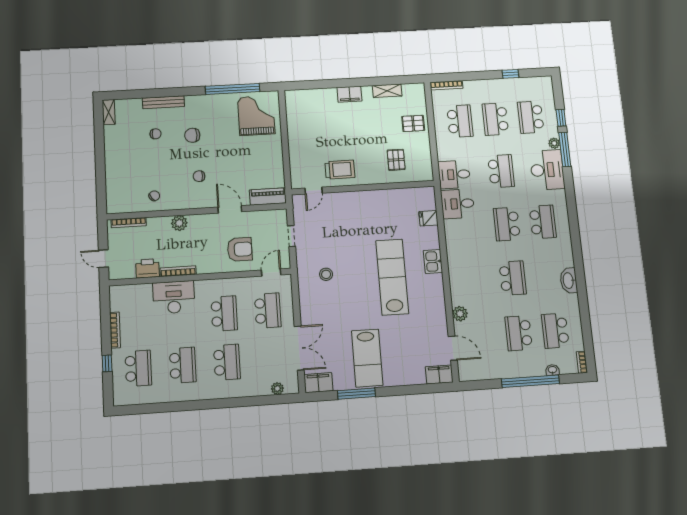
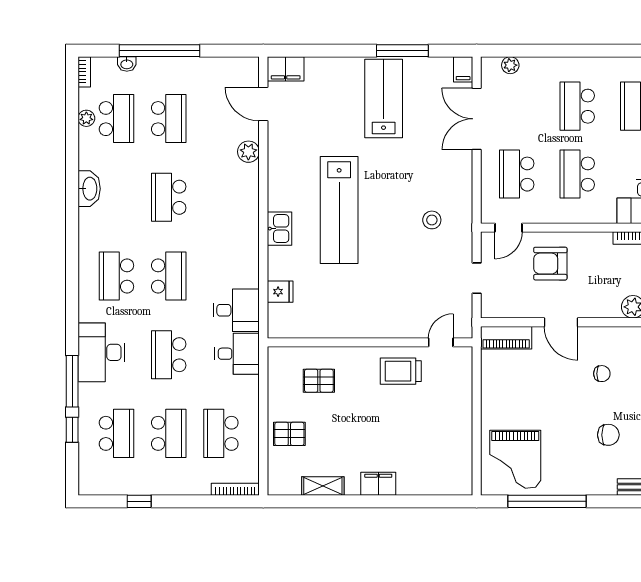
plant: (554, 143) -> (86, 118), moved
pallet: (396, 160) -> (319, 381), turned 90
filing cabinet: (318, 383) -> (463, 69), width x0.50

